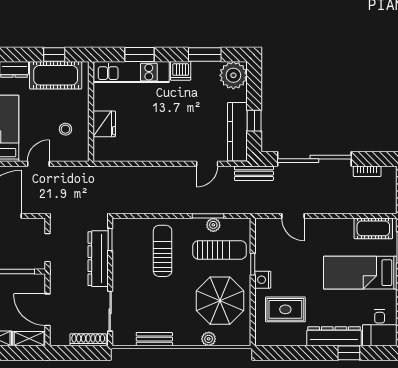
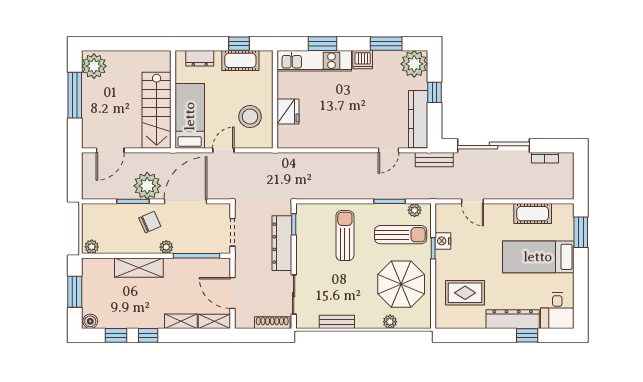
cot: (56, 75) -> (240, 60), width x0.73, depth x0.75
window: (254, 121) -> (435, 92), moved
stool: (65, 129) -> (250, 117), width x1.89, depth x1.89
plant: (213, 225) -> (415, 210), moved
cot: (373, 228) -> (533, 214), moved
nightstand: (263, 280) -> (443, 241), moved

